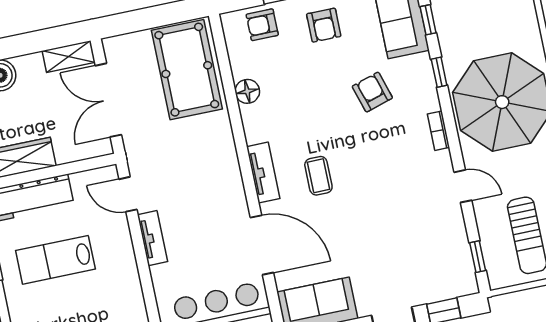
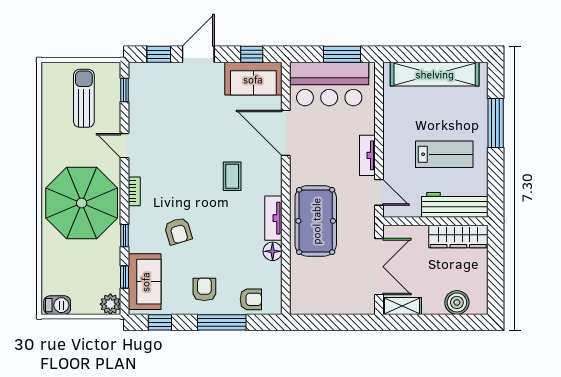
pool table: (187, 70) -> (316, 221), moved
tv unit: (263, 173) -> (273, 218), moved

